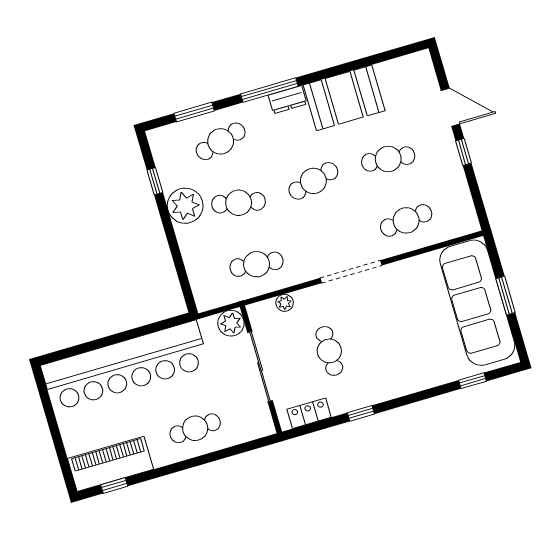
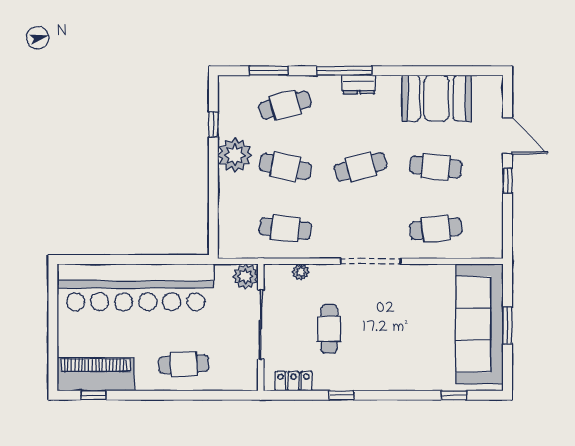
booth: (344, 98) -> (436, 98), moved

